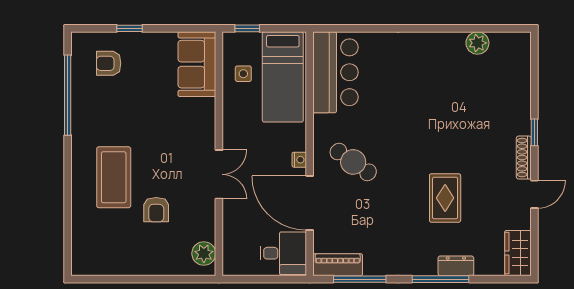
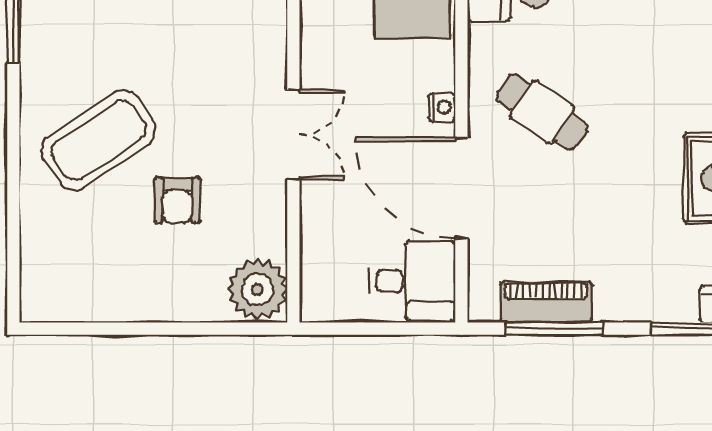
coffee table: (114, 177) -> (99, 140), turned 56
plant: (204, 254) -> (257, 289), width x1.36, depth x1.36
piano: (338, 265) -> (546, 302), moved

